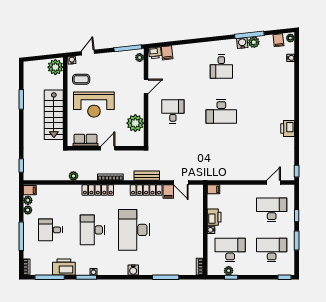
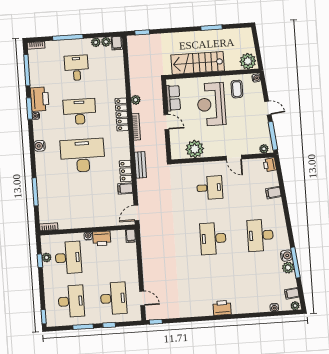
door: (88, 52) -> (268, 108), moved
filing cabinet: (167, 53) -> (273, 193), moved
desk: (221, 67) -> (260, 235), width x1.37
printer: (288, 128) -> (222, 308), moved
plant: (73, 176) -> (136, 100), moved
door: (181, 183) -> (136, 213), moved
locker: (146, 190) -> (126, 171), width x0.66
printer: (64, 267) -> (40, 99), moved
water cooler: (133, 270) -> (40, 146), moved

